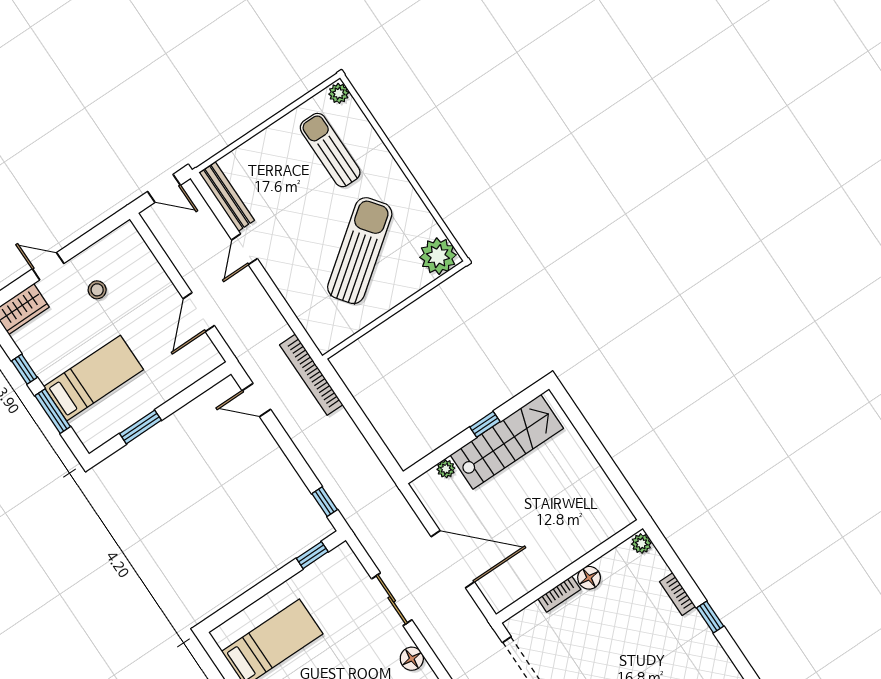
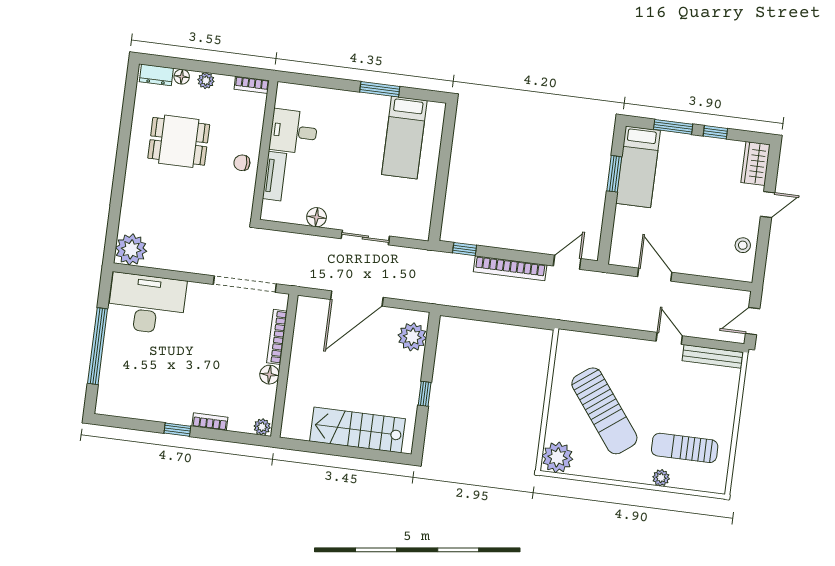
plant: (339, 93) -> (661, 478), moved
sun lounger: (330, 150) -> (685, 448), turned 180
stool: (97, 290) -> (743, 245), moved
bookcase: (311, 375) -> (510, 268), moved, turned 180
bed: (94, 378) -> (638, 167), moved
stairs: (507, 442) -> (357, 430), moved, turned 90
plant: (446, 469) -> (412, 337), width x1.88, depth x1.88
window: (312, 555) -> (438, 212), removed
bookcase: (559, 594) -> (277, 337), width x1.56

